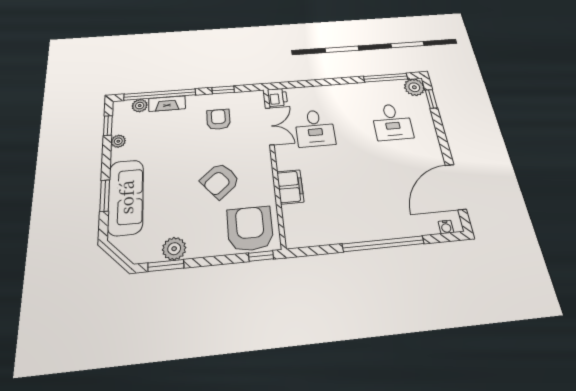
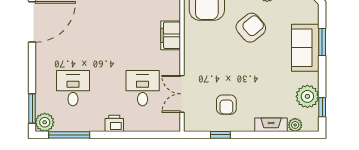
window: (160, 95) -> (277, 135), removed
printer: (277, 97) -> (114, 123), moved, turned 90
window: (431, 99) -> (32, 109), width x1.50
plant: (118, 141) -> (307, 96), width x1.88, depth x1.88
armchair: (220, 181) -> (251, 28), moved
sofa: (126, 197) -> (305, 48), width x0.73

